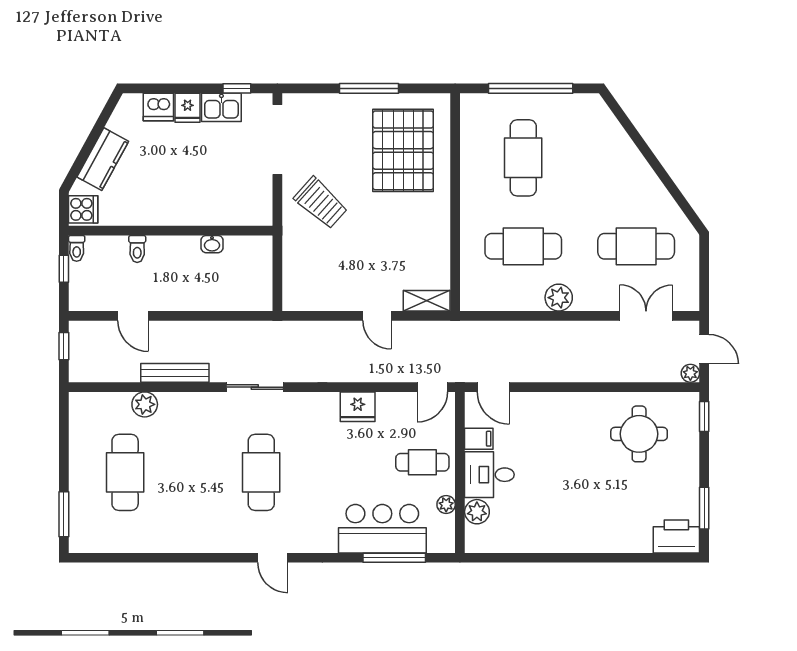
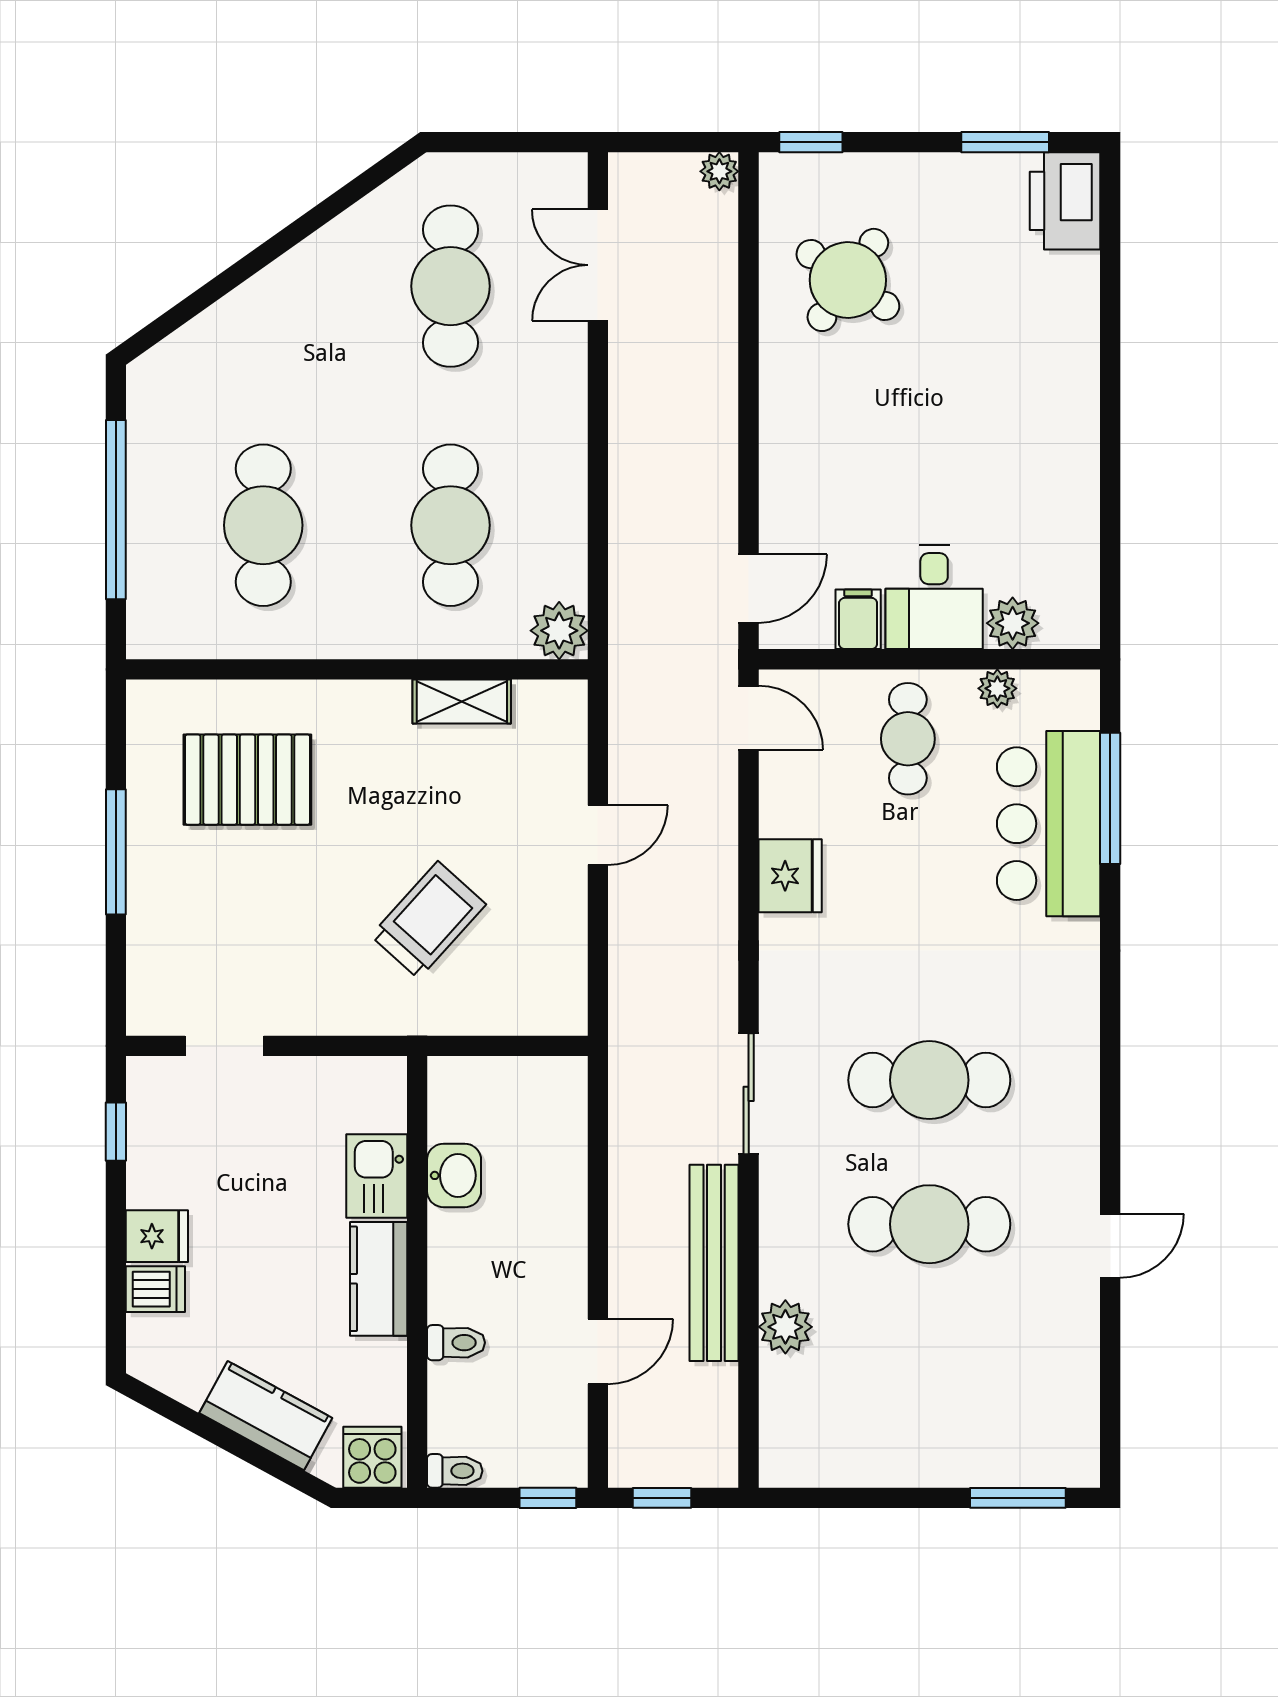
dishwasher: (158, 107) -> (155, 1289), width x0.73
kitchen sink: (221, 107) -> (377, 1176), moved, turned 180
doorway: (277, 140) -> (224, 1046), width x0.53
pallet: (403, 150) -> (247, 780), width x0.73, depth x0.71
cafe table: (523, 158) -> (263, 525), turned 90
trolley: (321, 203) -> (428, 920), moved
kitchen counter: (167, 212) -> (379, 1279), added
washbasin: (212, 244) -> (454, 1175), width x1.38, depth x1.45
window: (64, 269) -> (548, 1498), moved
plant: (559, 298) -> (559, 631), moved
shelving: (427, 301) -> (462, 701), moved, turned 90
door: (704, 349) -> (668, 142), removed
bench: (175, 373) -> (714, 1263), width x1.37, depth x1.21
round table: (639, 434) -> (848, 280), turned 35
cafe table: (125, 472) -> (929, 1224), moved
door: (273, 558) -> (1110, 1246), moved

